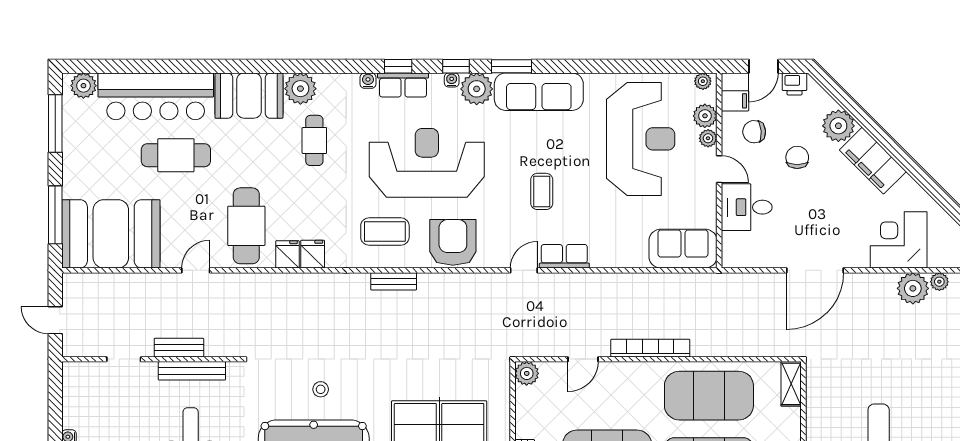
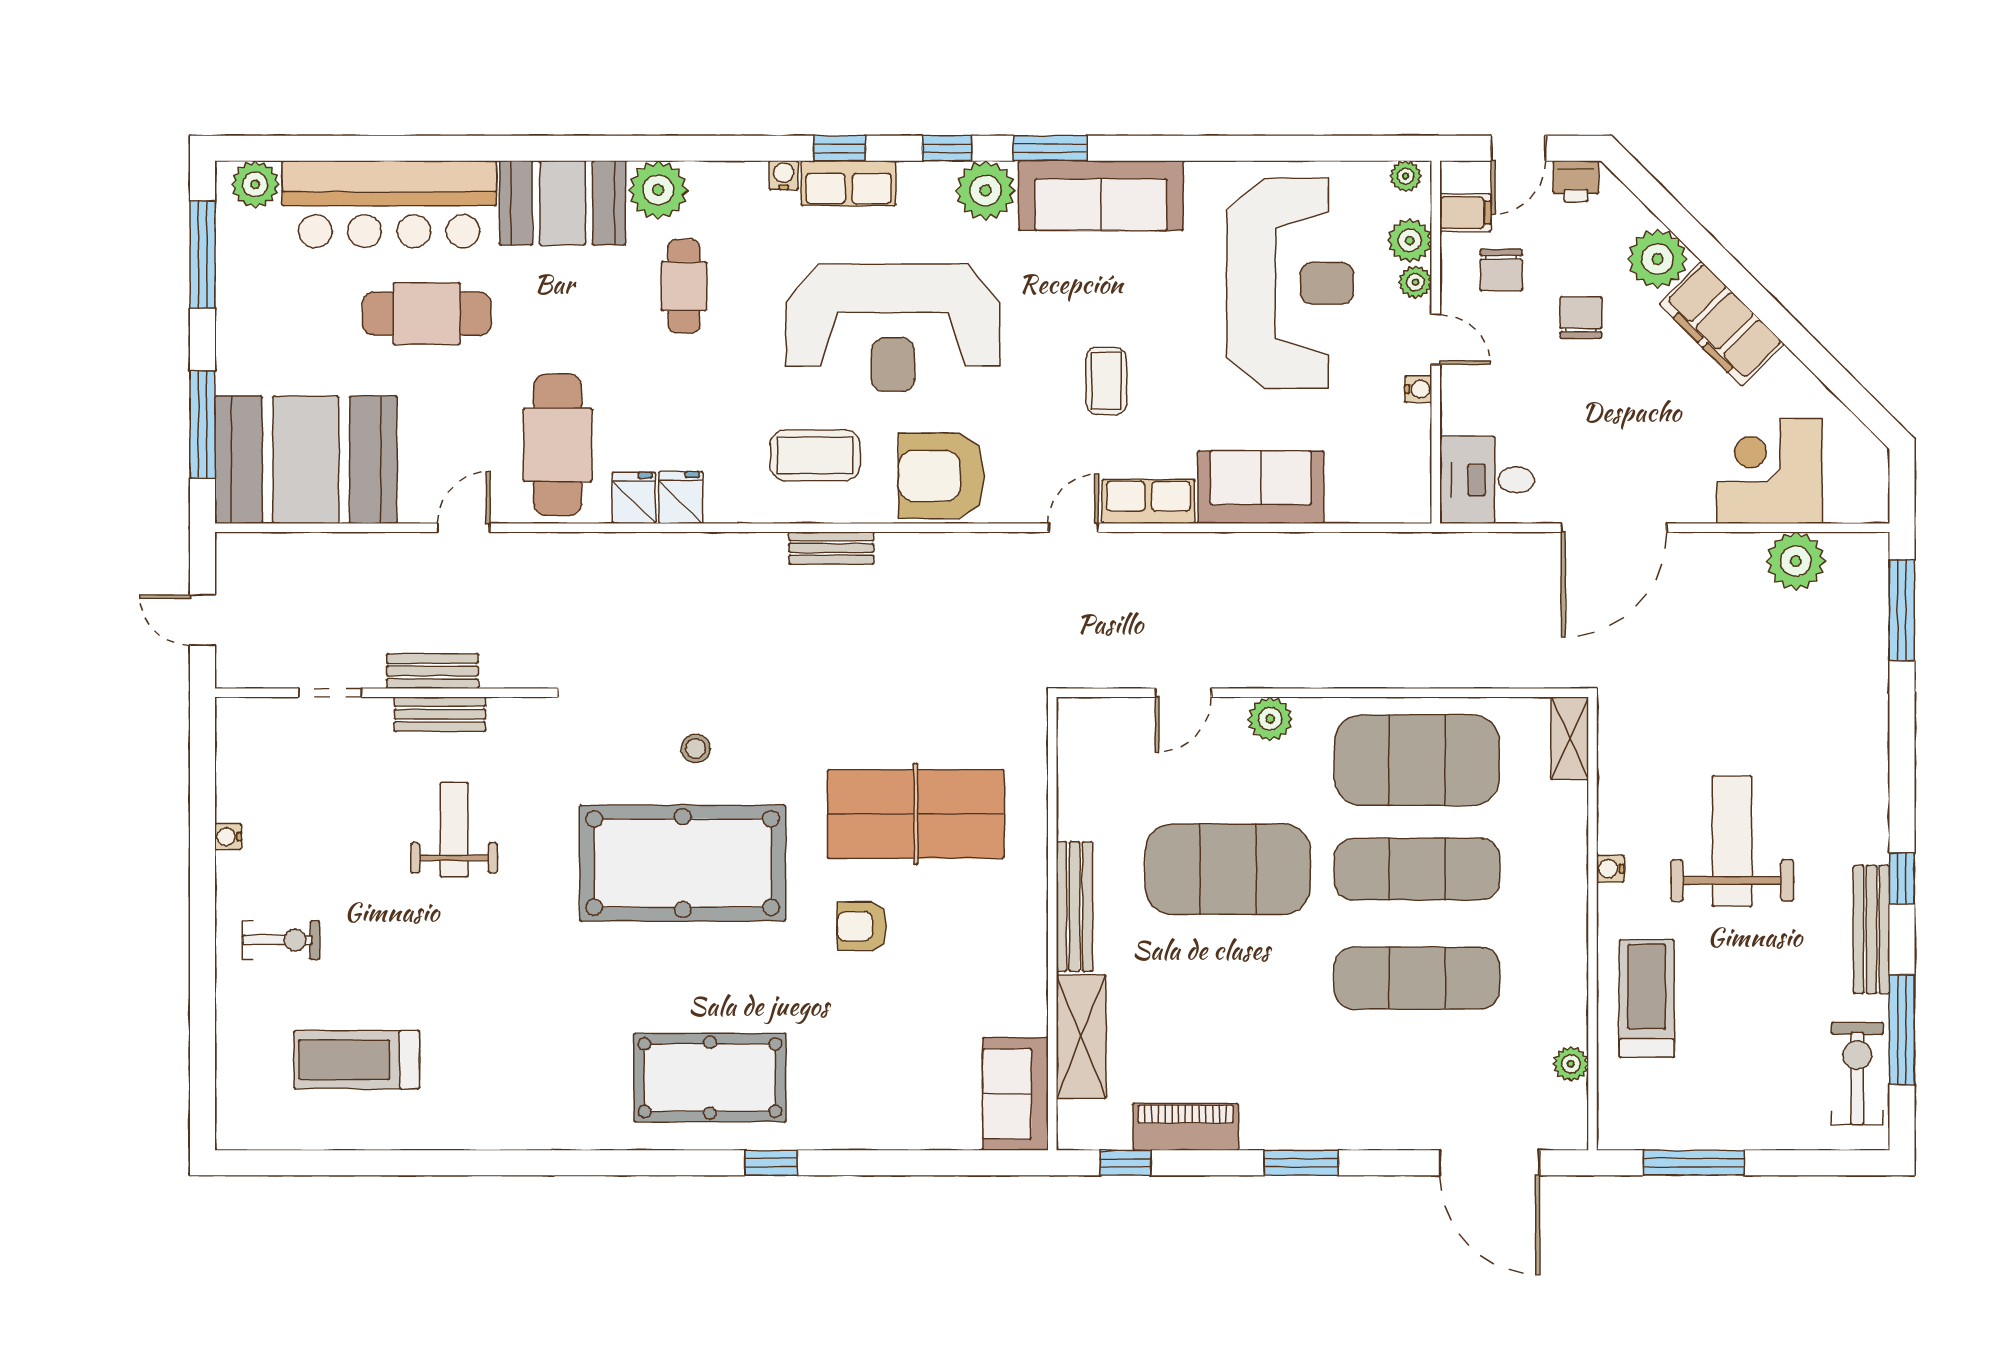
water cooler: (452, 80) -> (1418, 389), moved, turned 90
chair: (754, 132) -> (1501, 270), turned -86
reception desk: (427, 163) -> (893, 328), turned 180
desk: (747, 207) -> (1487, 480), moved
armchair: (453, 242) -> (941, 476), turned -90
sofa: (683, 249) -> (1261, 487), moved
plant: (939, 282) -> (1845, 548), removed
bookcase: (650, 348) -> (1308, 672), removed
bench: (192, 371) -> (440, 714), width x0.73
plant: (527, 373) -> (1270, 719), moved

